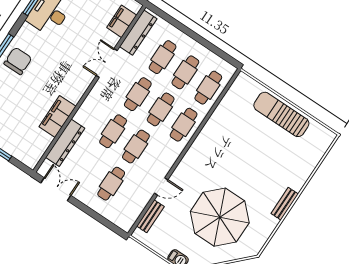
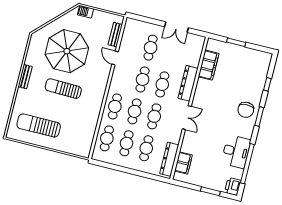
double door: (107, 63) -> (187, 118), moved
sun lounger: (281, 114) -> (39, 125), moved, turned 180
filing cabinet: (57, 117) -> (209, 65), moved
dresser: (65, 143) -> (188, 83), moved
sun lounger: (241, 171) -> (63, 89), added
door: (161, 186) -> (115, 58), hinge flipped
double door: (56, 189) -> (176, 27), moved

